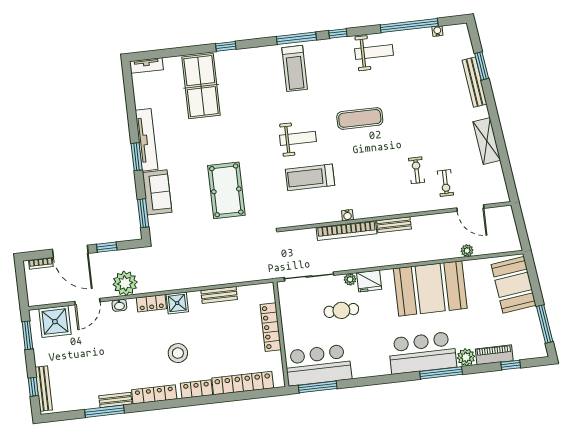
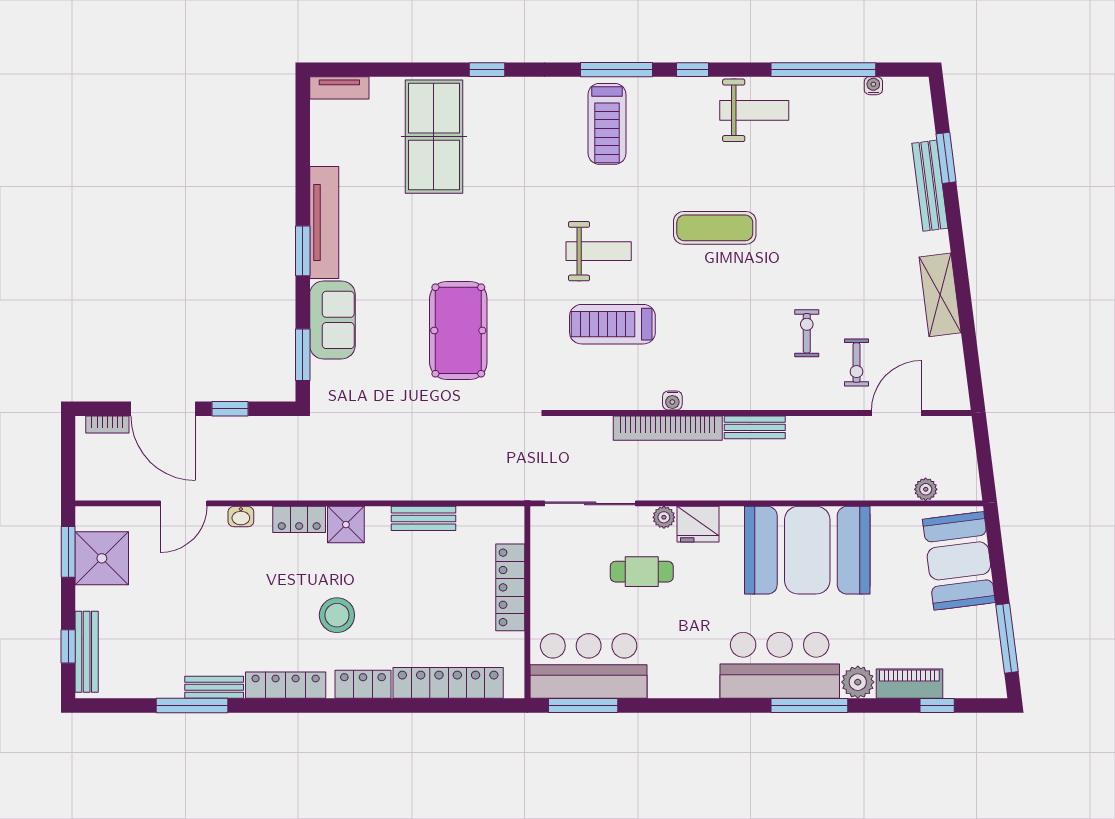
door: (470, 208) -> (896, 413), swing flipped
plant: (467, 251) -> (926, 489), moved
plant: (125, 283) -> (256, 478), removed
shower: (55, 322) -> (102, 558), moved

